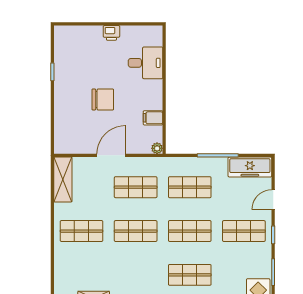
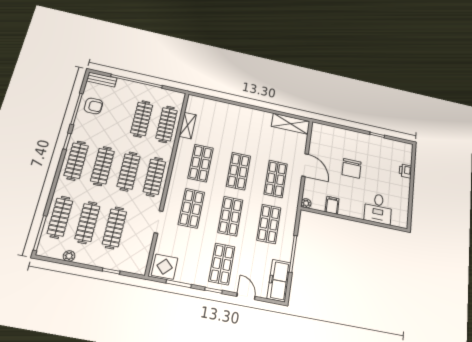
printer: (111, 33) -> (405, 171), moved
shop shelf: (81, 231) -> (201, 163), moved

